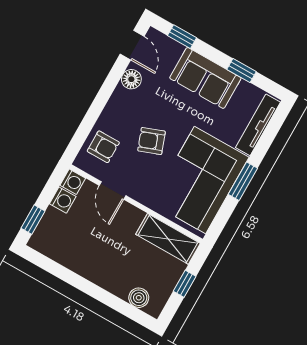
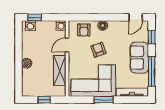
window: (241, 70) -> (152, 72), width x2.17
floor lamp: (131, 79) -> (103, 26), moved
washing machine: (63, 200) -> (30, 26), moved
shelving: (168, 239) -> (60, 71), moved
boiler: (139, 298) -> (27, 63), moved

